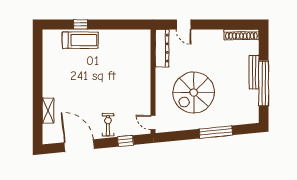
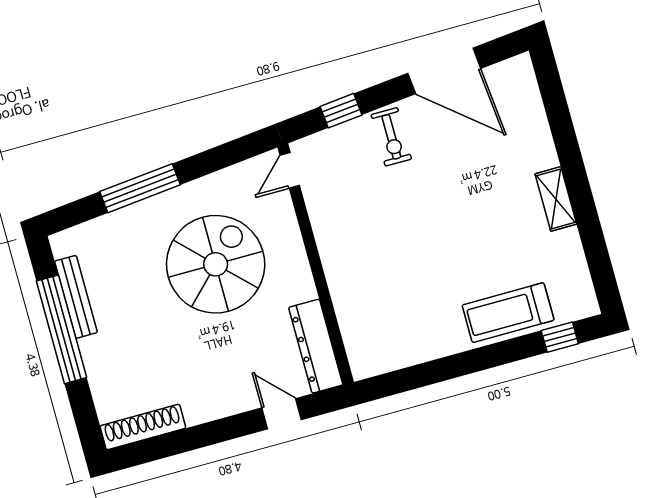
window: (80, 24) -> (560, 337), moved
bench: (254, 72) -> (76, 297), moved
shelving: (48, 111) -> (556, 199), moved
door: (153, 122) -> (290, 170), swing flipped

